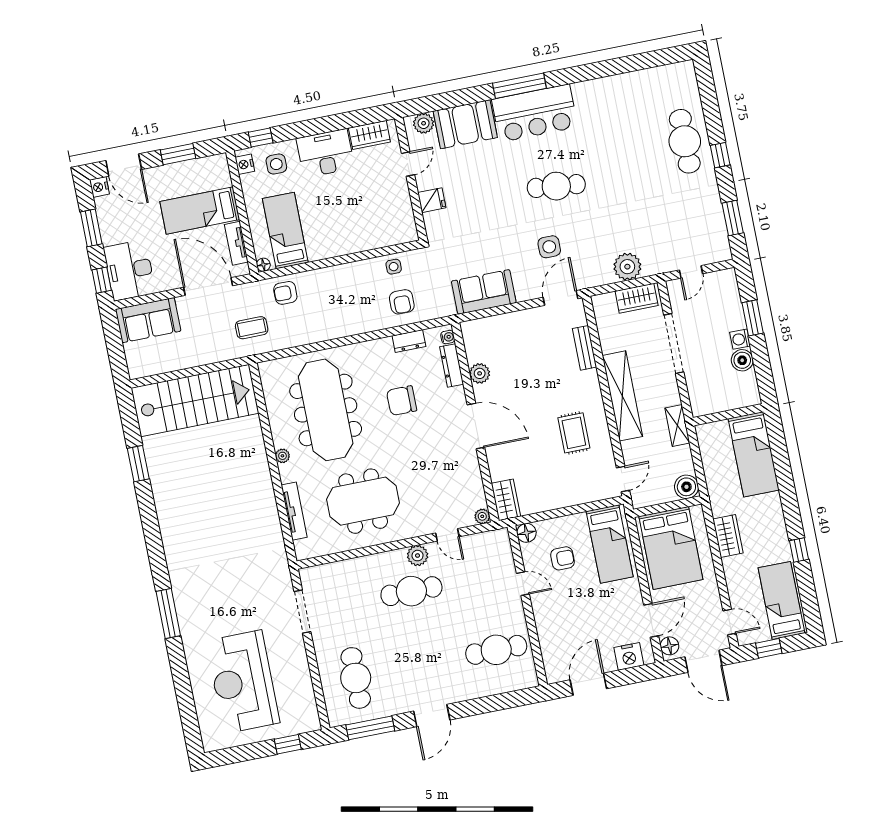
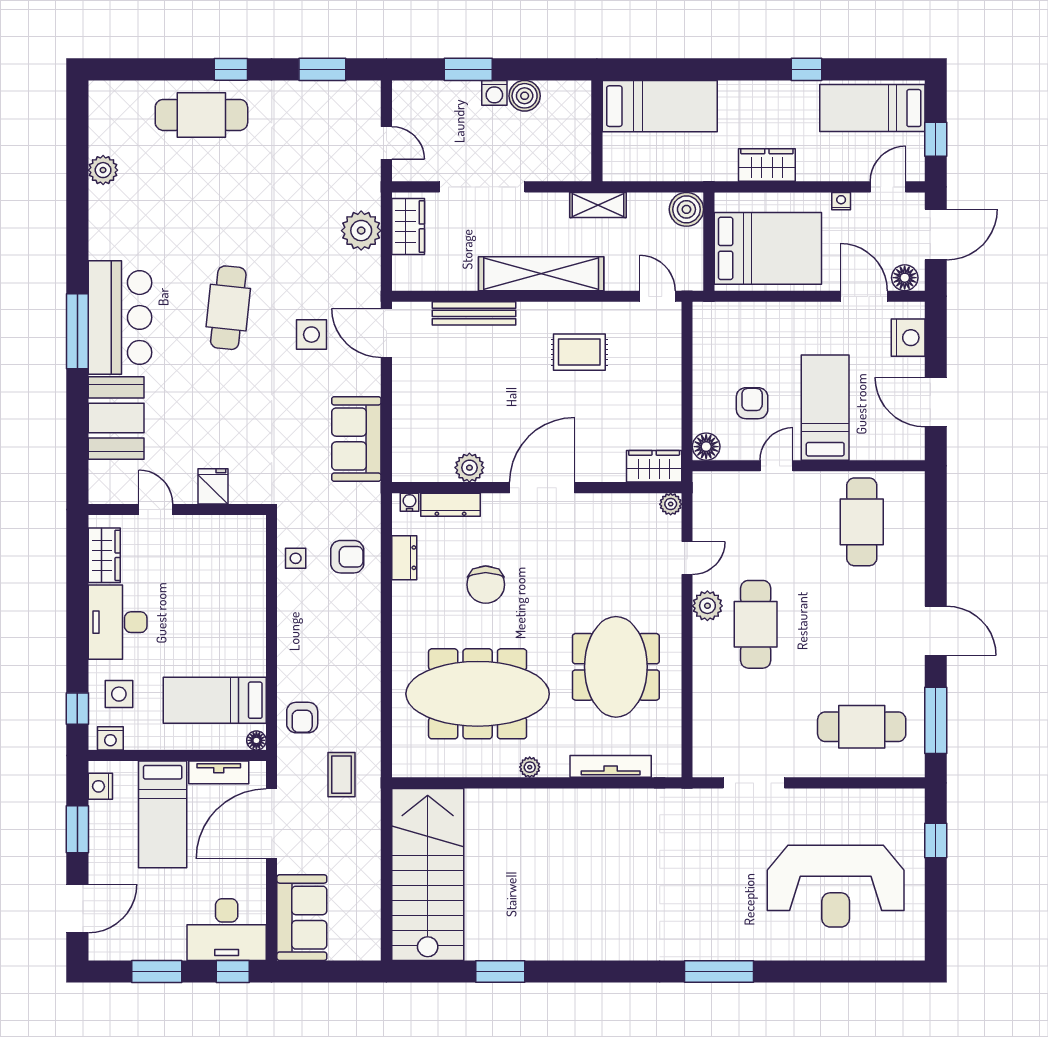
plant: (424, 123) -> (103, 170), moved
nightstand: (99, 187) -> (100, 786), moved, turned 90
bench: (585, 348) -> (474, 313), width x1.36
bed: (610, 544) -> (825, 408), moved, turned -90
nightstand: (713, 592) -> (841, 201), added

